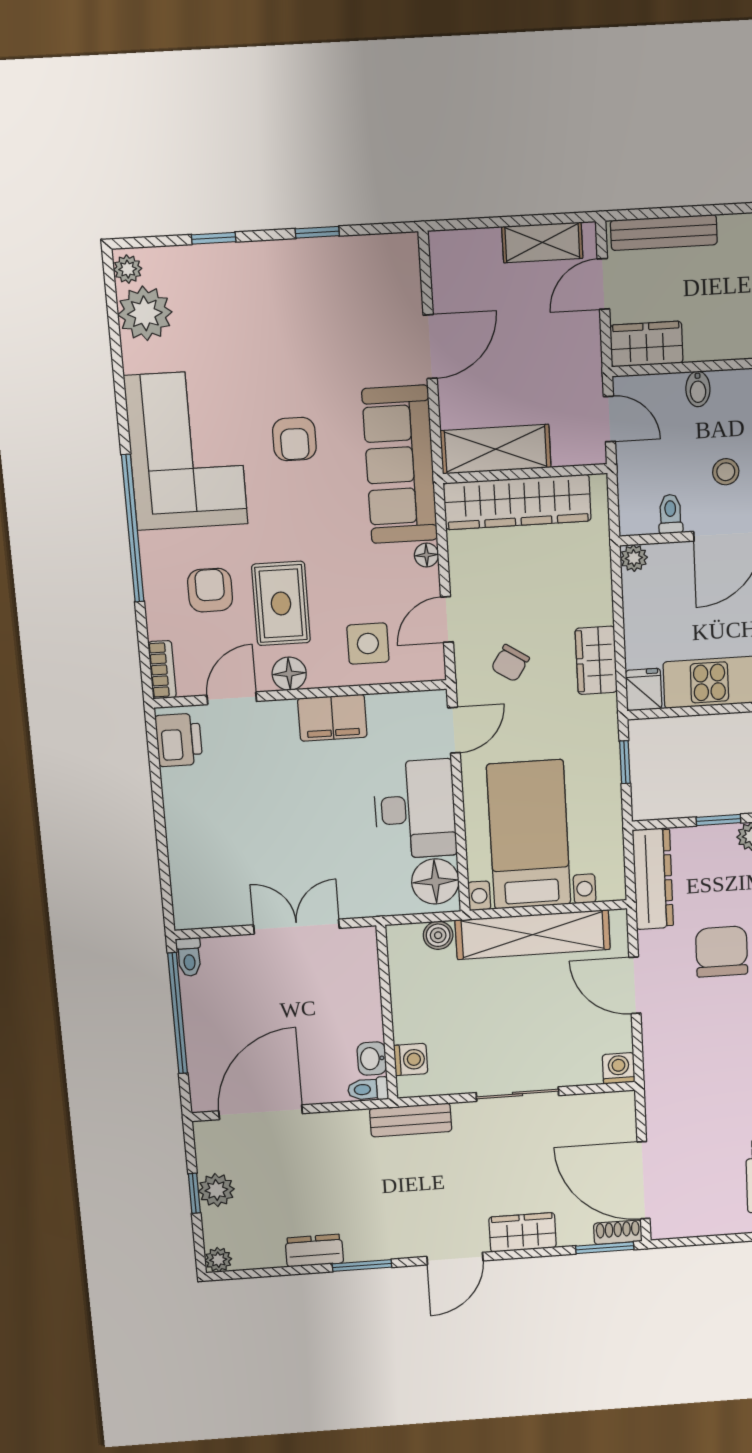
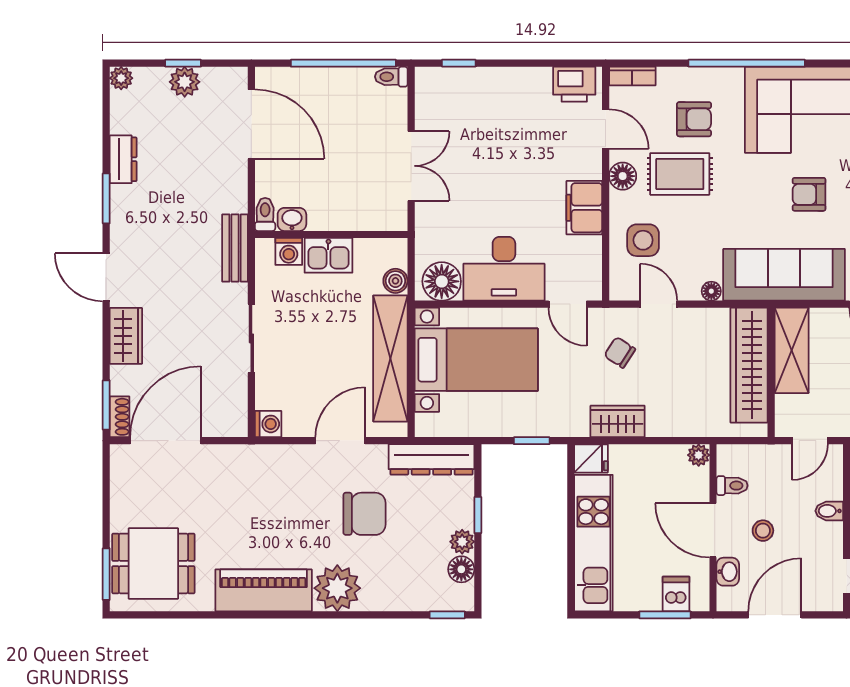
window: (165, 879) -> (459, 63), added
kitchen sink: (412, 1014) -> (328, 255), added

